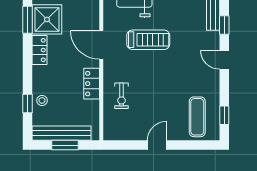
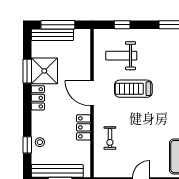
treadmill: (148, 40) -> (133, 89), turned 180

